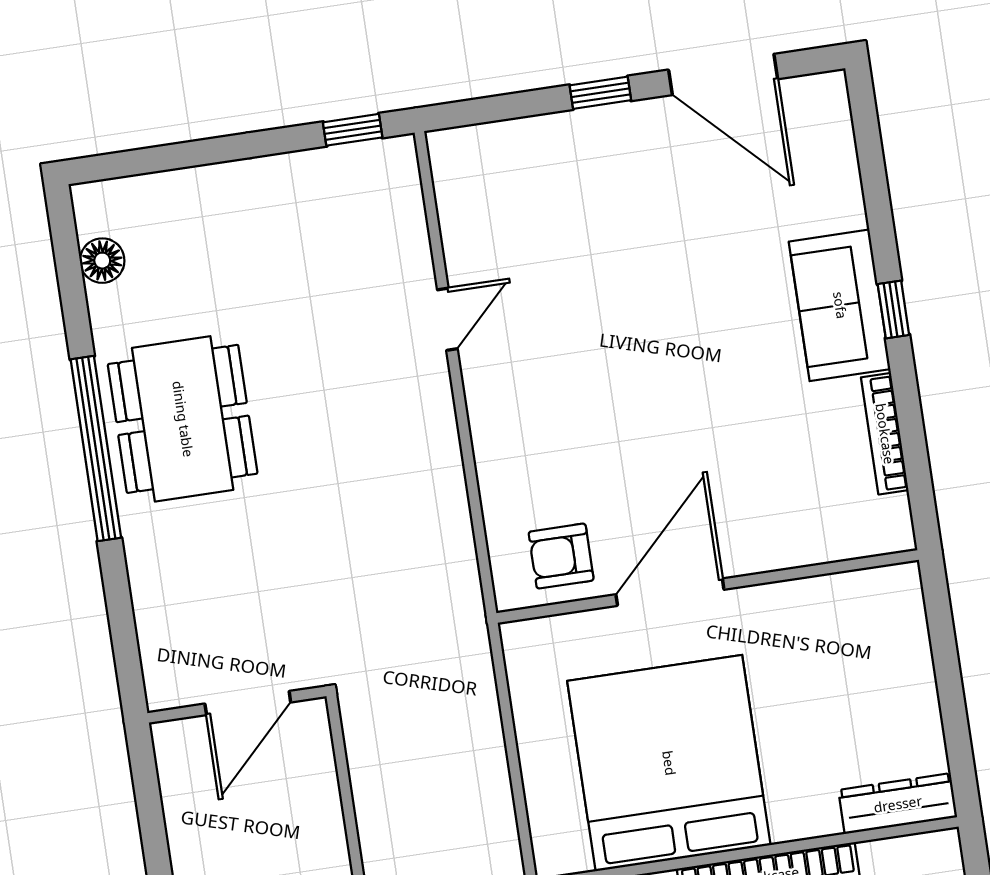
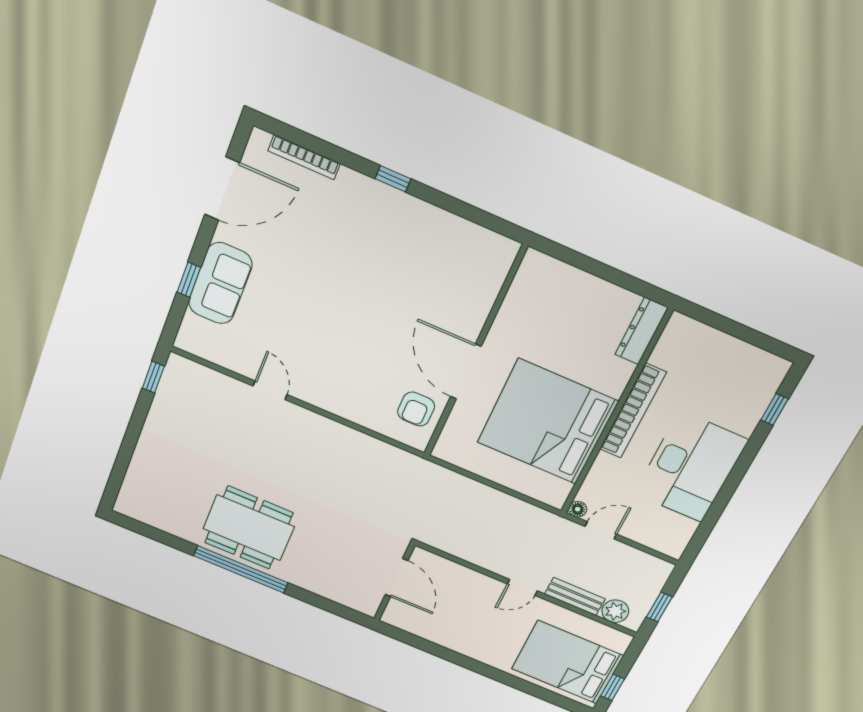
window: (600, 93) -> (189, 280), moved
floor lamp: (102, 261) -> (155, 517), removed
sofa: (840, 305) -> (220, 283), moved, turned -90
bookcase: (885, 434) -> (304, 157), moved

